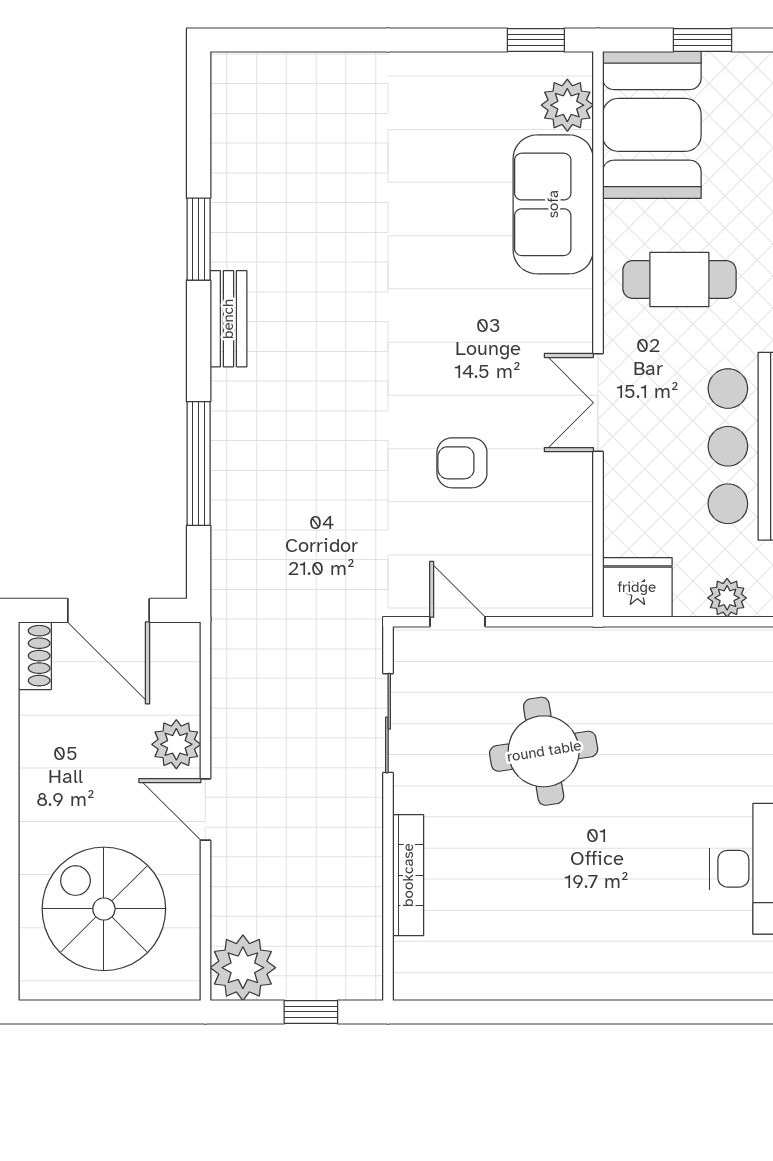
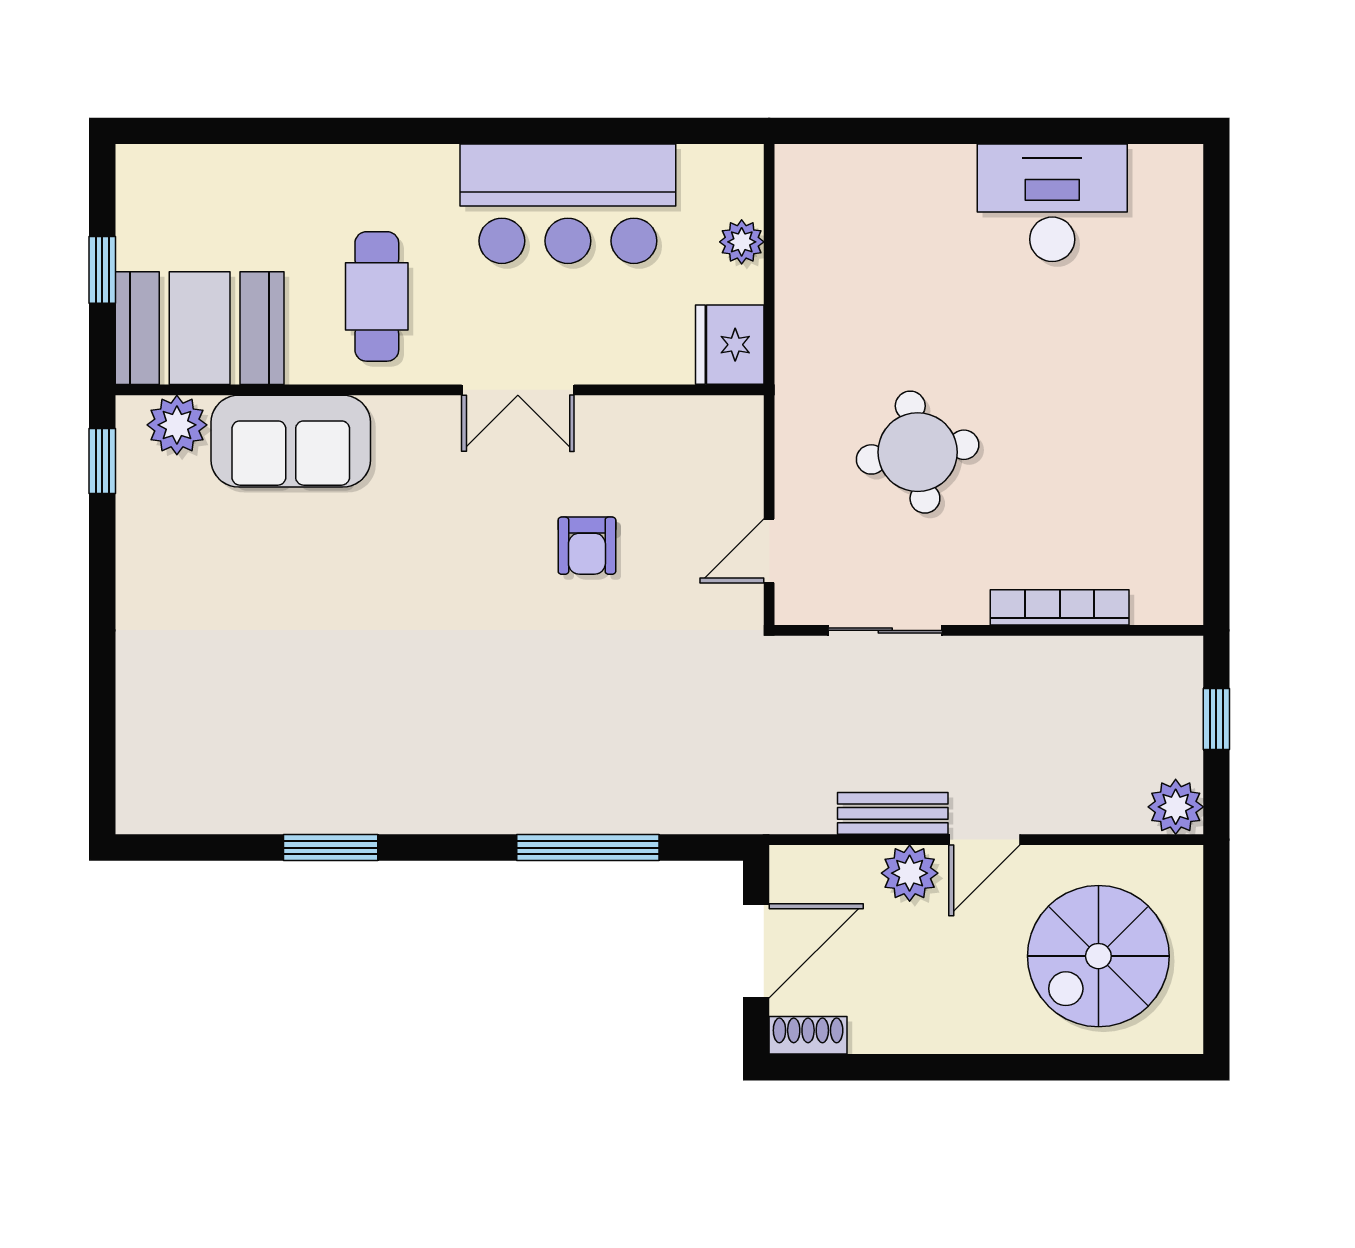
bench: (228, 319) -> (893, 813), moved
plant: (243, 968) -> (1176, 807), width x0.73, depth x0.73

